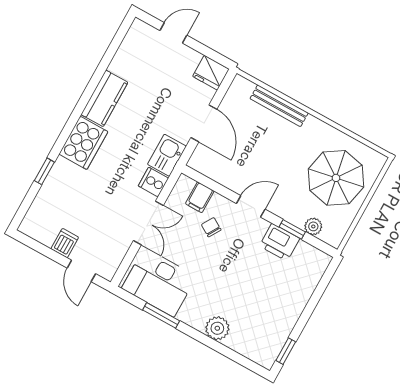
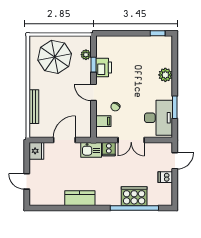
cooker: (83, 143) -> (134, 196), moved
window: (44, 171) -> (134, 208), width x3.17
double door: (148, 223) -> (131, 140), swing flipped

